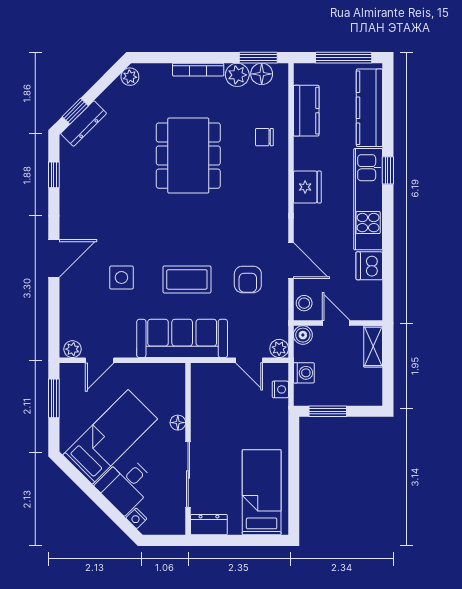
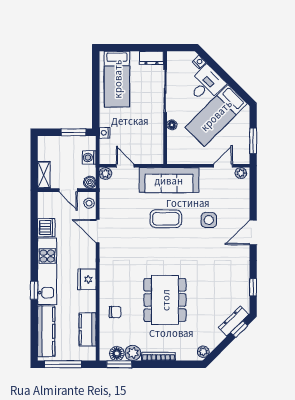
armchair: (248, 279) -> (126, 219), removed
nightstand: (280, 389) -> (105, 133), moved

